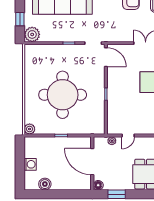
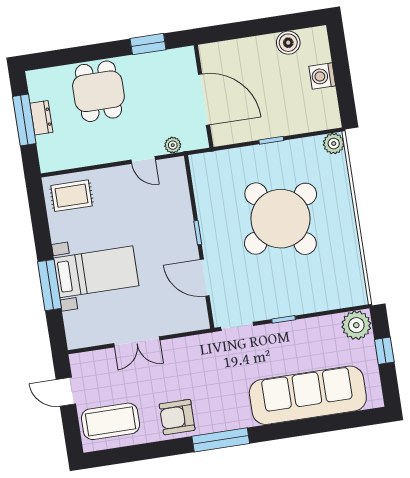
door: (106, 57) -> (205, 278), moved
round table: (63, 95) -> (281, 219), turned -36
door: (128, 136) -> (143, 160), swing flipped
floor lamp: (98, 185) -> (186, 56), removed

